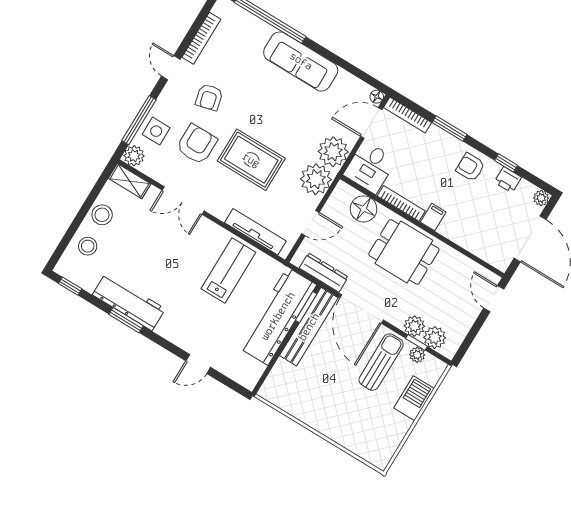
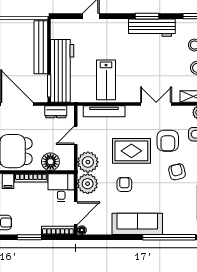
armchair: (286, 122) -> (124, 184), added
dresser: (324, 273) -> (56, 112), width x0.70
bench: (309, 327) -> (41, 47), moved

